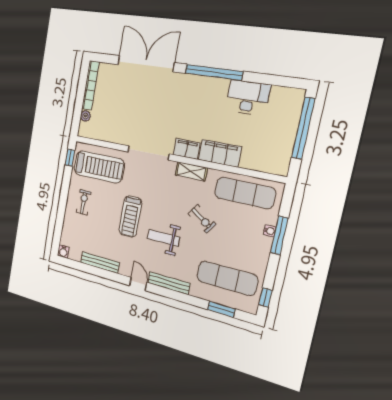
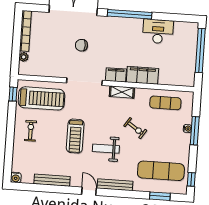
chair: (150, 108) -> (81, 45), added
exercise mat: (245, 193) -> (165, 103), width x0.73, depth x0.69

